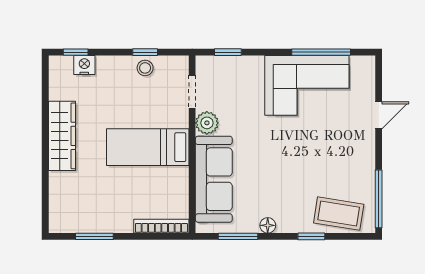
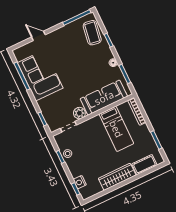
bed: (148, 147) -> (116, 129), moved
cot: (61, 195) -> (144, 165), added

